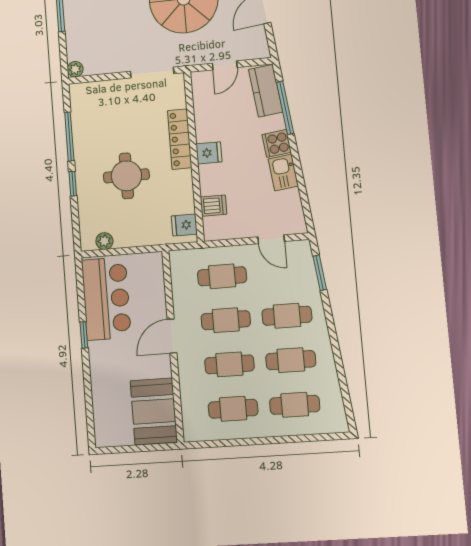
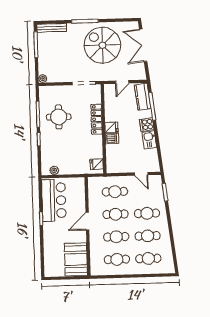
round table: (126, 176) -> (59, 117), moved
dishwasher: (214, 206) -> (112, 139), moved

